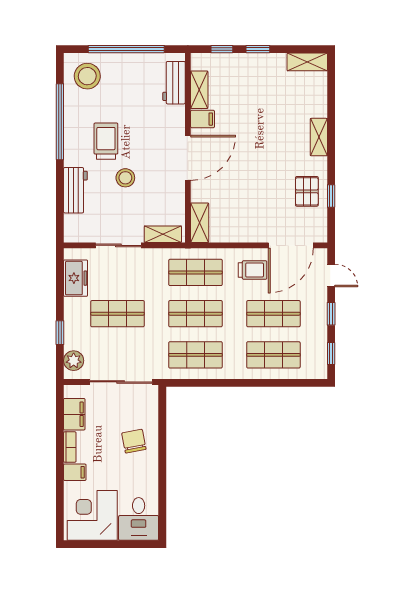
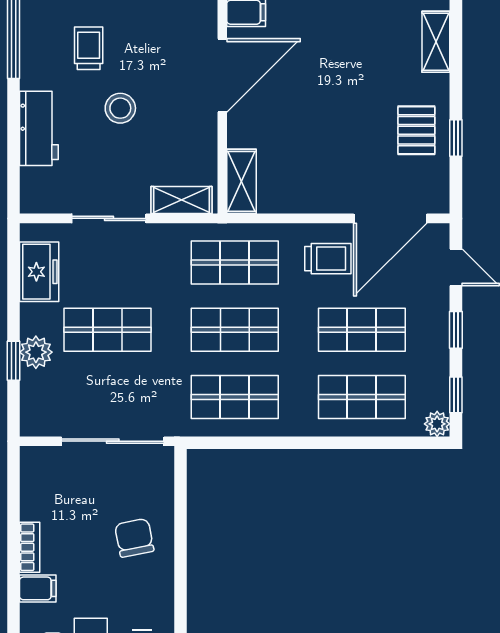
trolley: (106, 141) -> (89, 48), width x0.73, depth x0.72
plant: (74, 361) -> (36, 352), moved
plant: (320, 371) -> (437, 424), added
filing cabinet: (74, 414) -> (37, 494), removed

